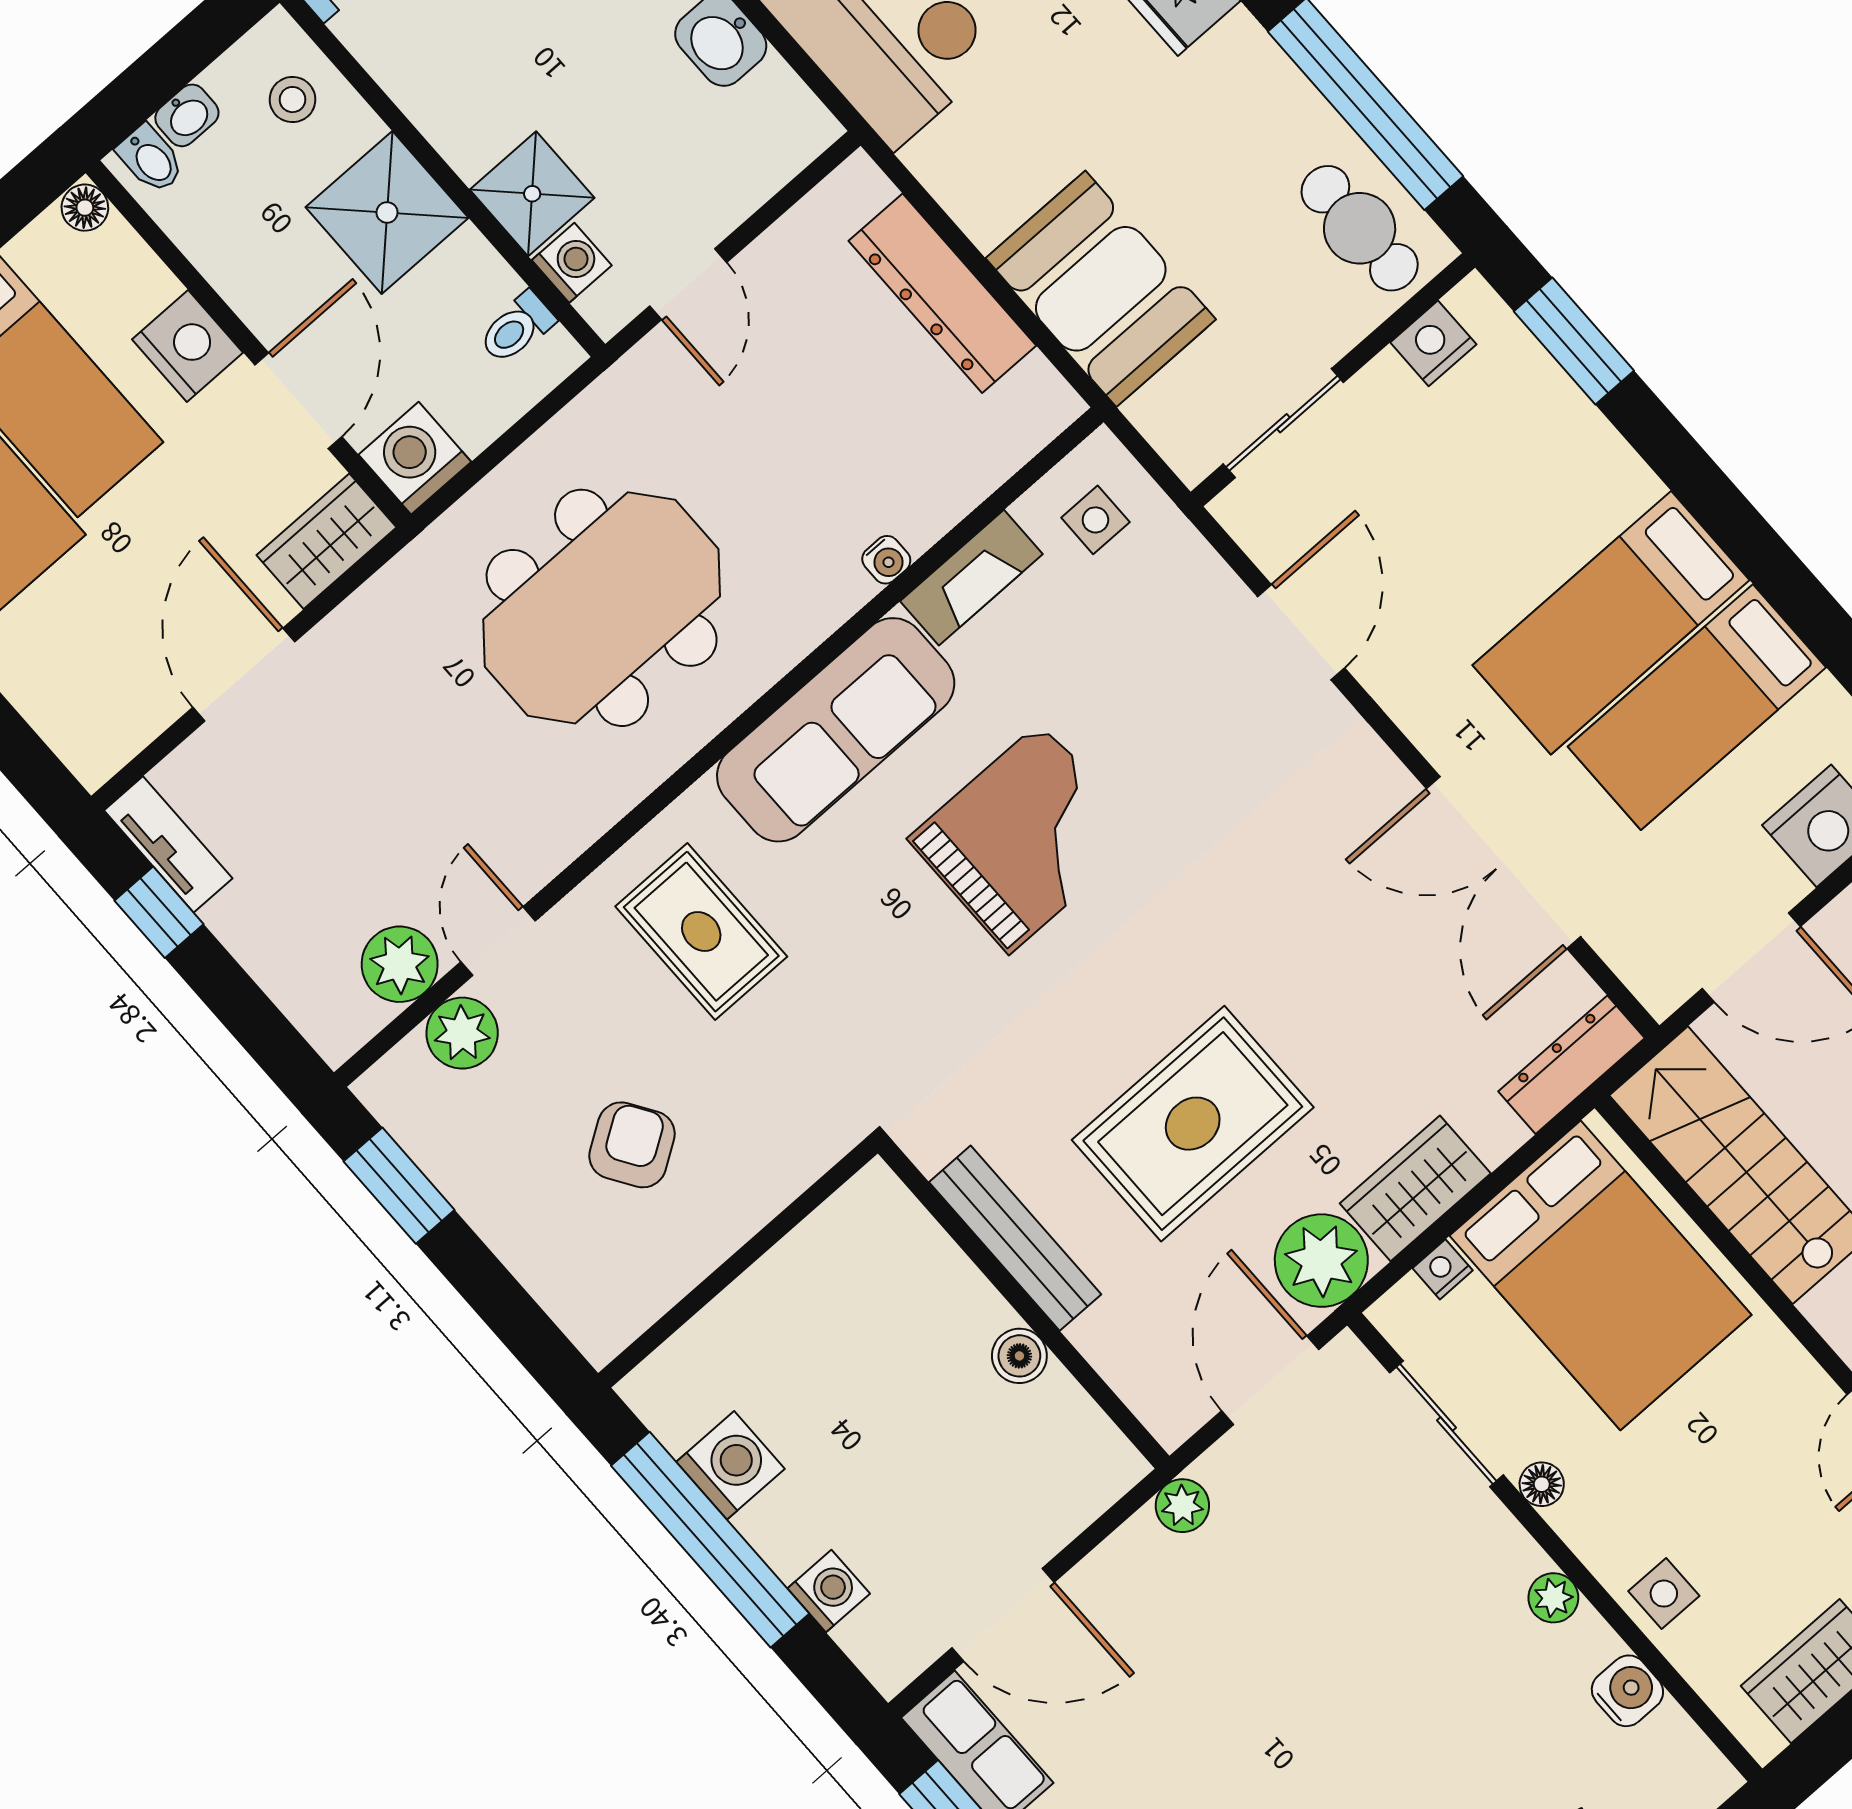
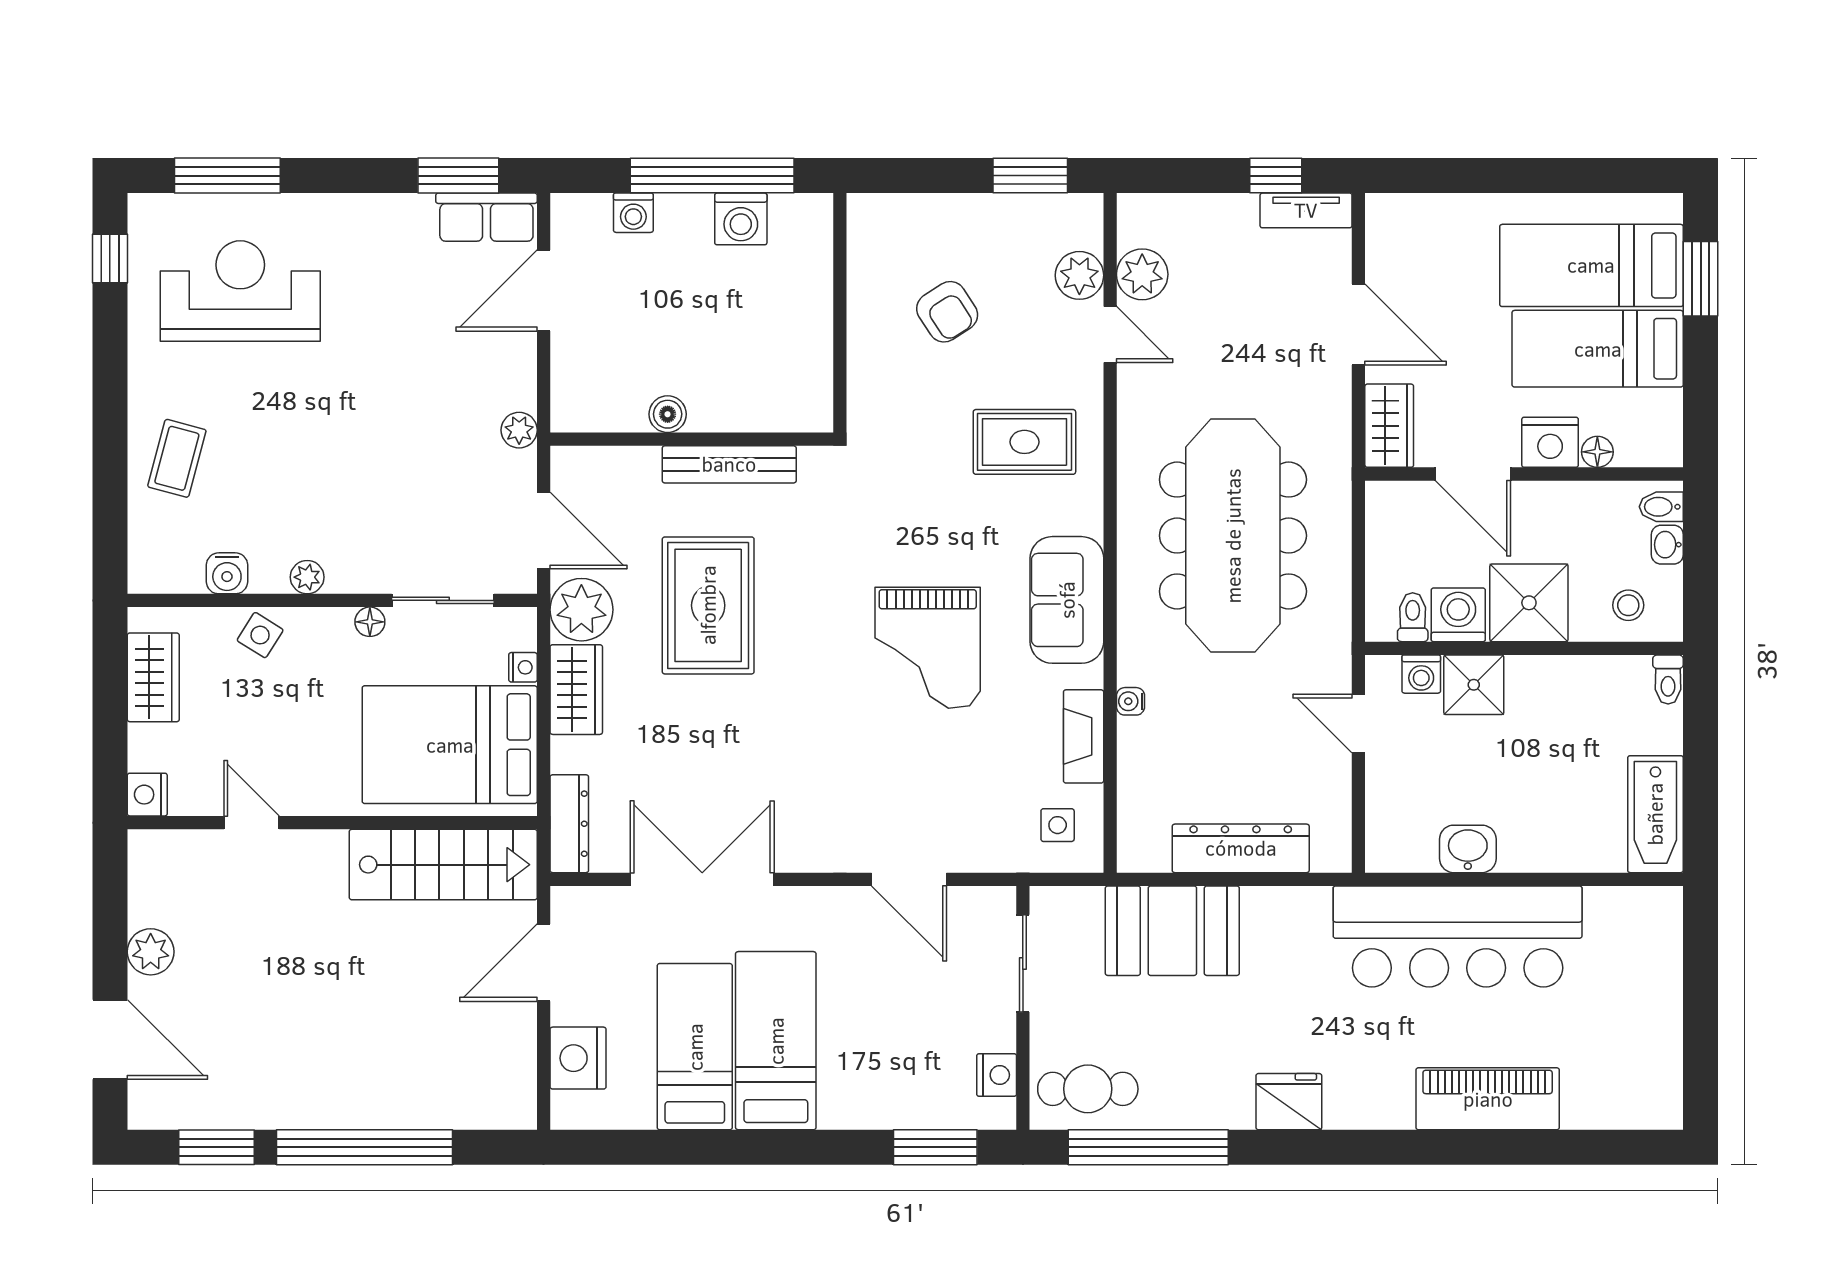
floor lamp: (85, 208) -> (1597, 452), moved
washing machine: (415, 458) -> (1458, 615), moved, turned -90
meeting table: (602, 608) -> (1233, 536), width x1.36
sofa: (836, 730) -> (1067, 600), width x0.73
side table: (1664, 1594) -> (260, 635), turned 32

